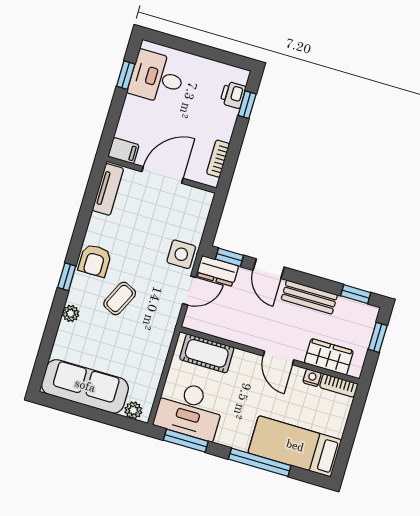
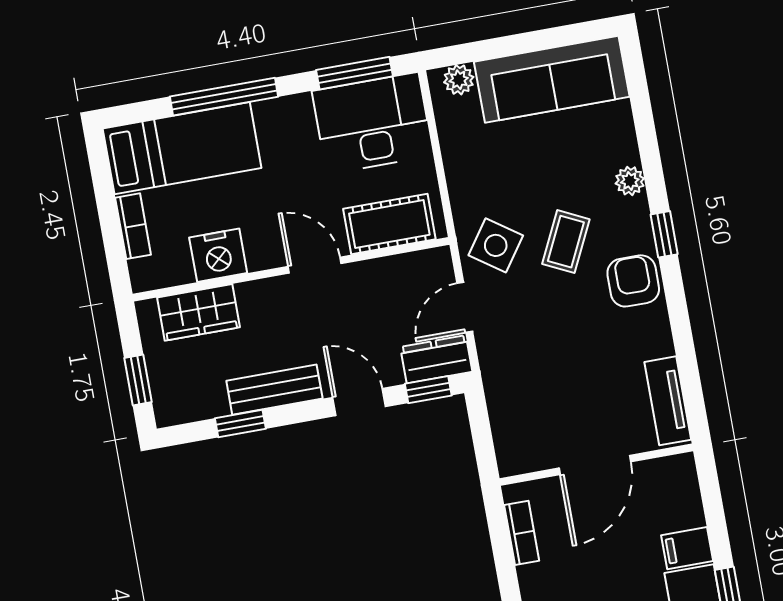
filing cabinet: (124, 151) -> (687, 548), moved
side table: (181, 254) -> (496, 245), moved, turned 35
window: (356, 294) -> (240, 423), moved
door: (279, 358) -> (315, 265), moved
nightstand: (312, 378) -> (218, 255), width x1.89, depth x1.79
bookcase: (339, 385) -> (133, 226), moved, turned 90

